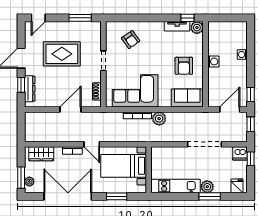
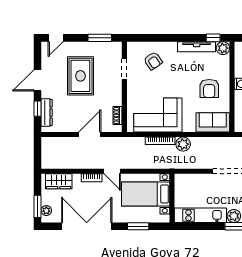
tv unit: (177, 26) -> (197, 47), width x1.41
rug: (62, 54) -> (80, 76), turned 90
doorway: (103, 61) -> (124, 69), moved

